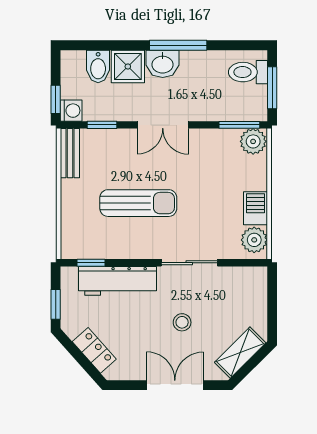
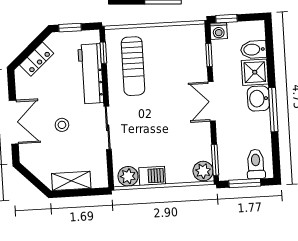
bench: (70, 153) -> (186, 32), removed
sun lounger: (138, 203) -> (133, 66), moved
shelving: (240, 353) -> (71, 181), moved, turned -45

